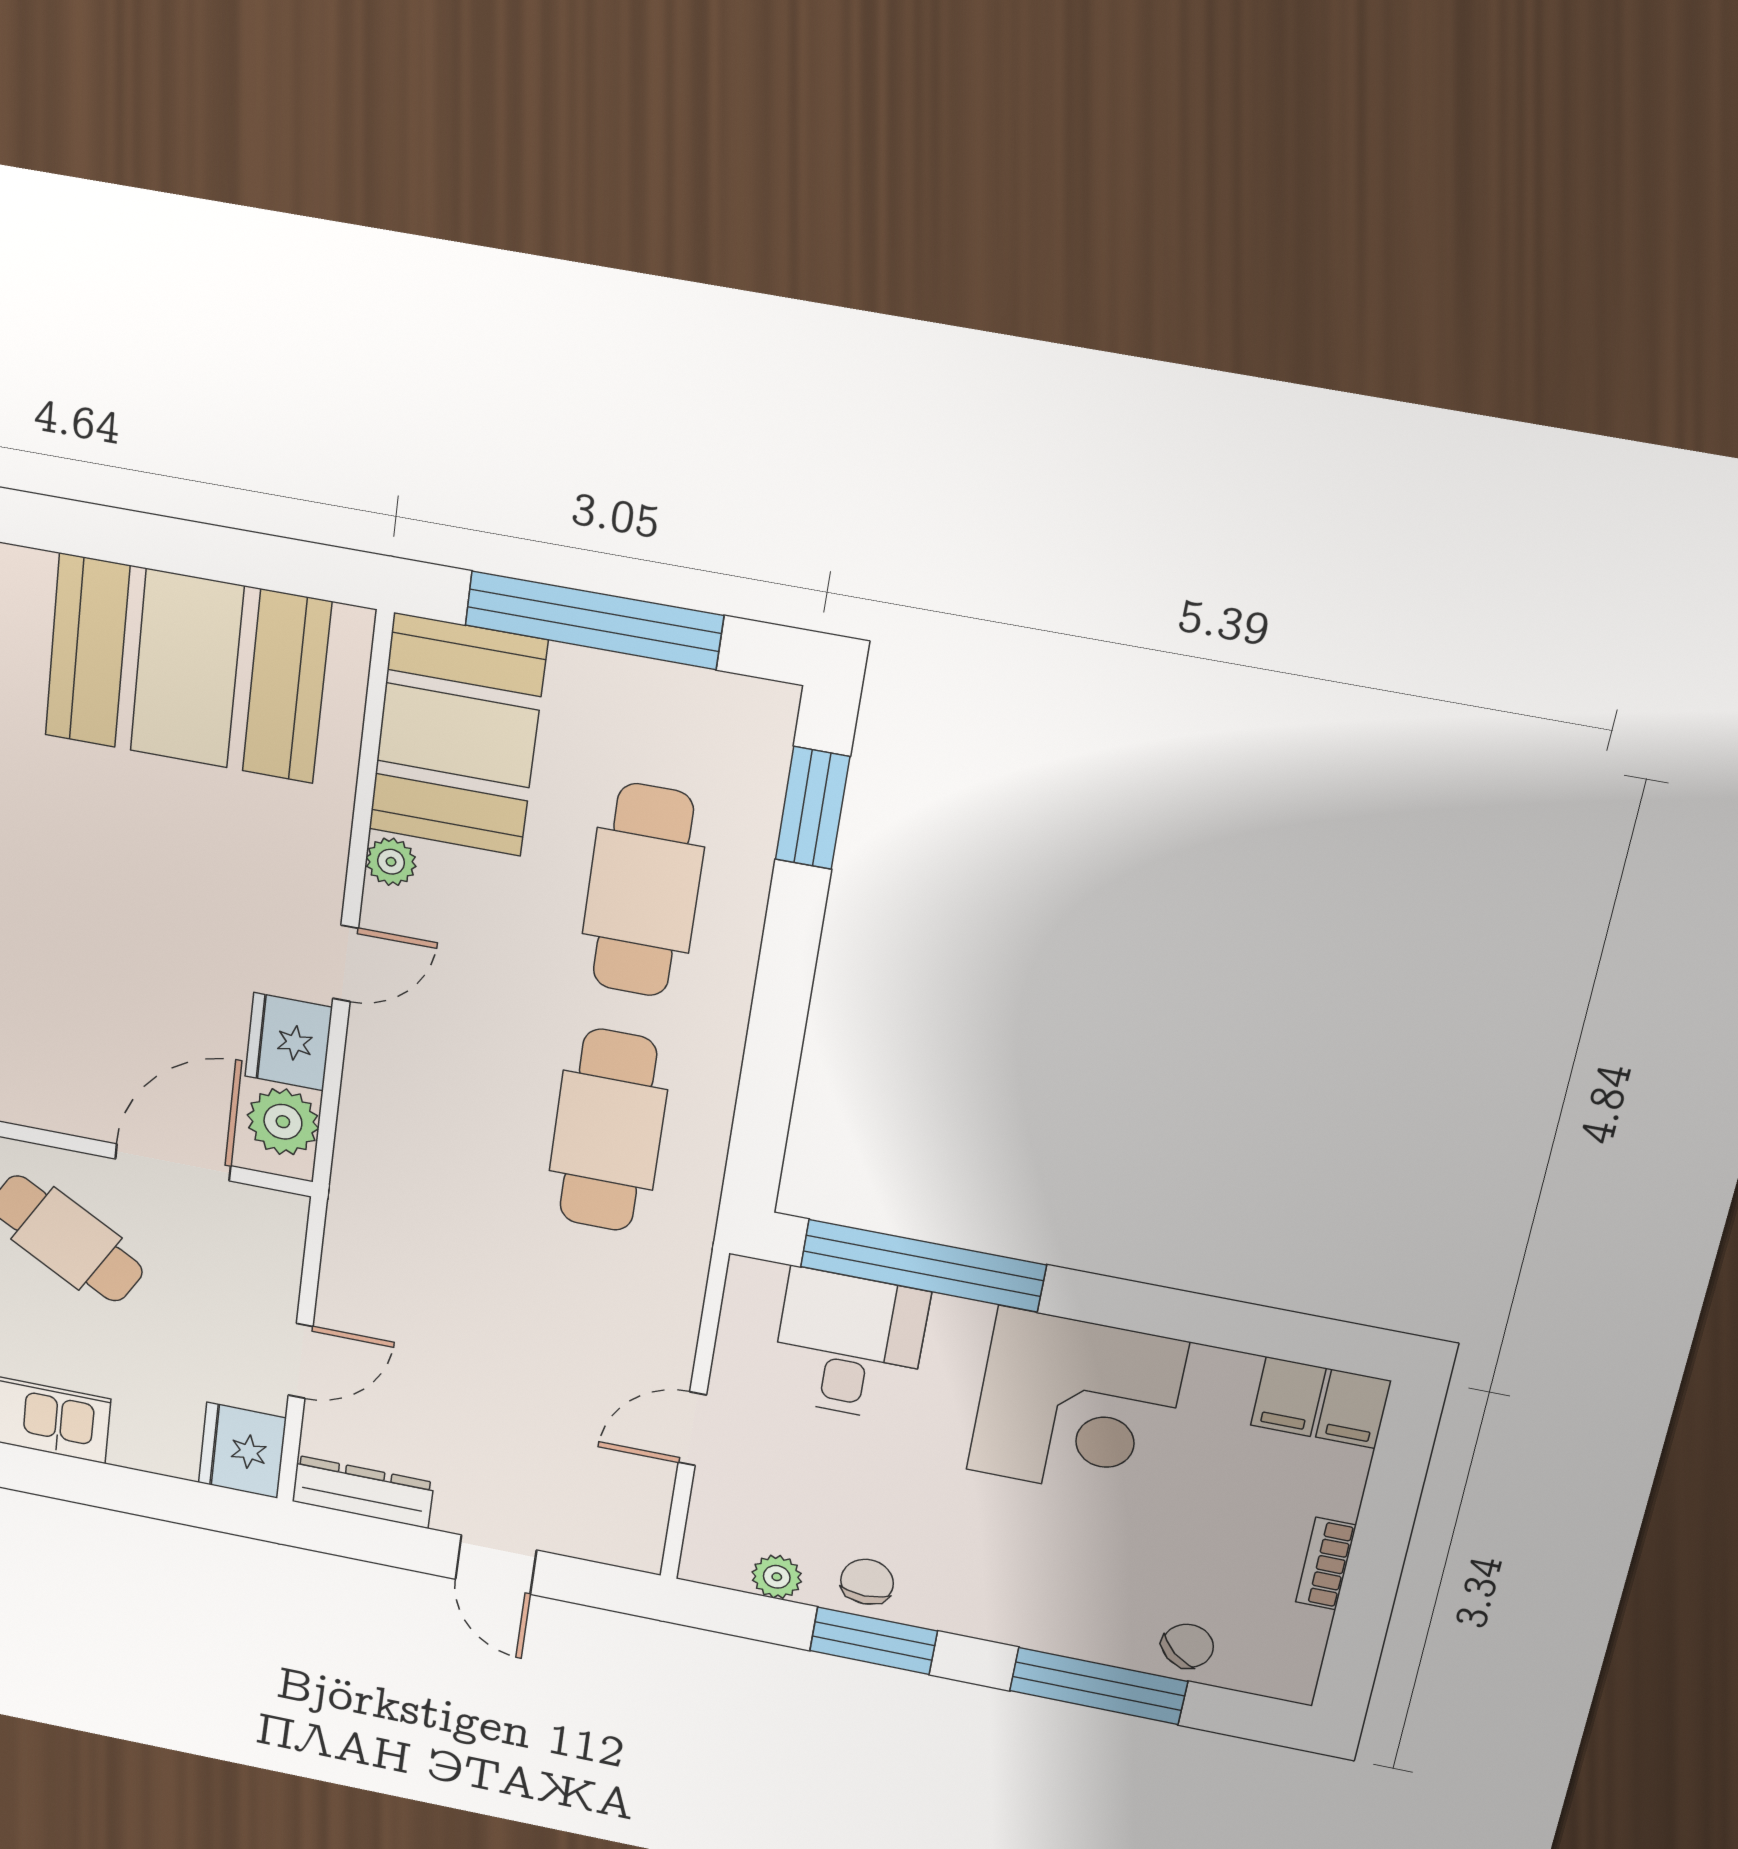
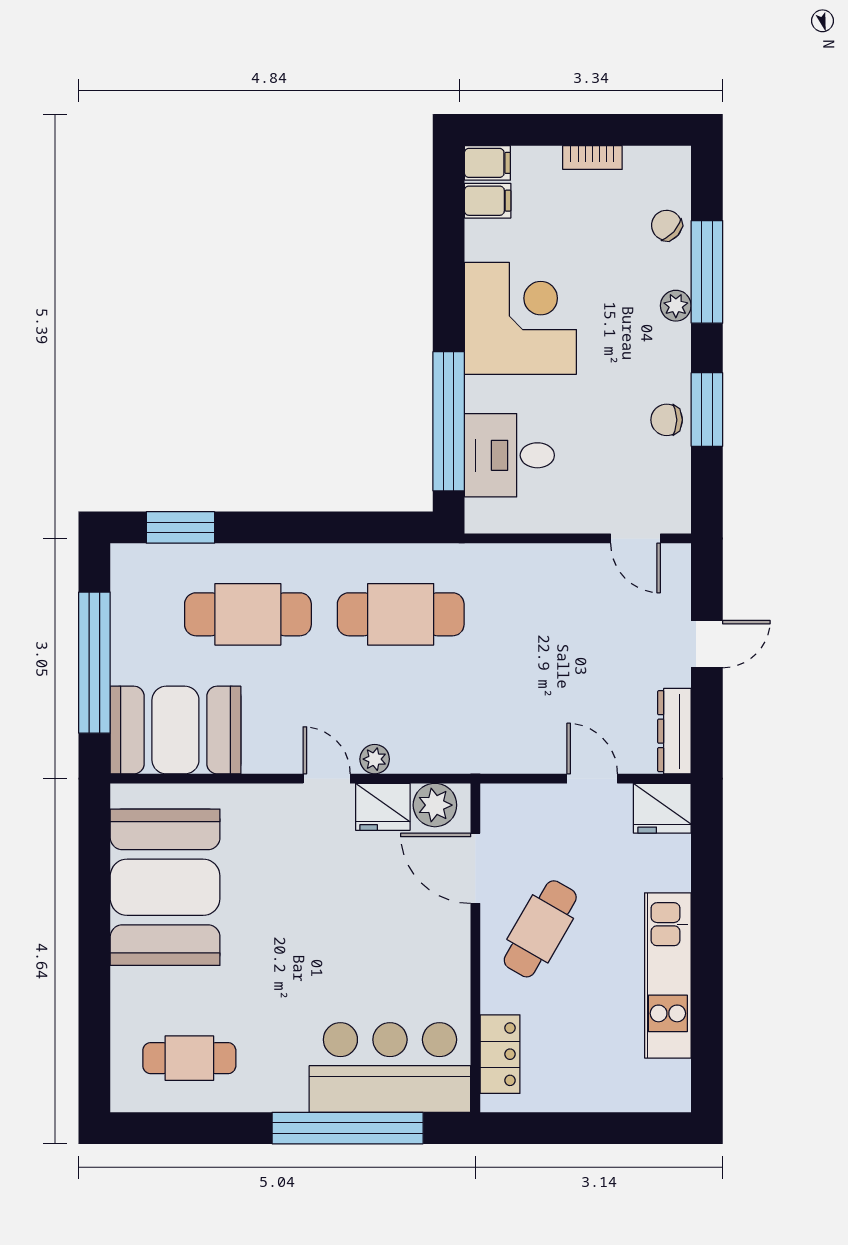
plant: (391, 862) -> (375, 759), moved
door: (692, 1429) -> (636, 538), moved
plant: (777, 1577) -> (676, 306), moved

